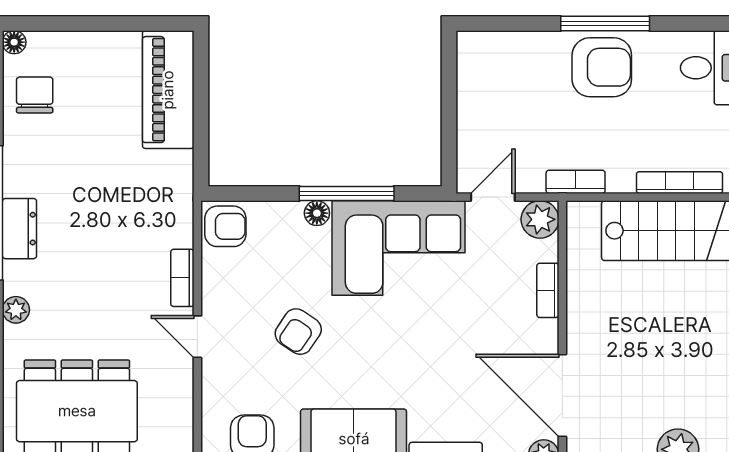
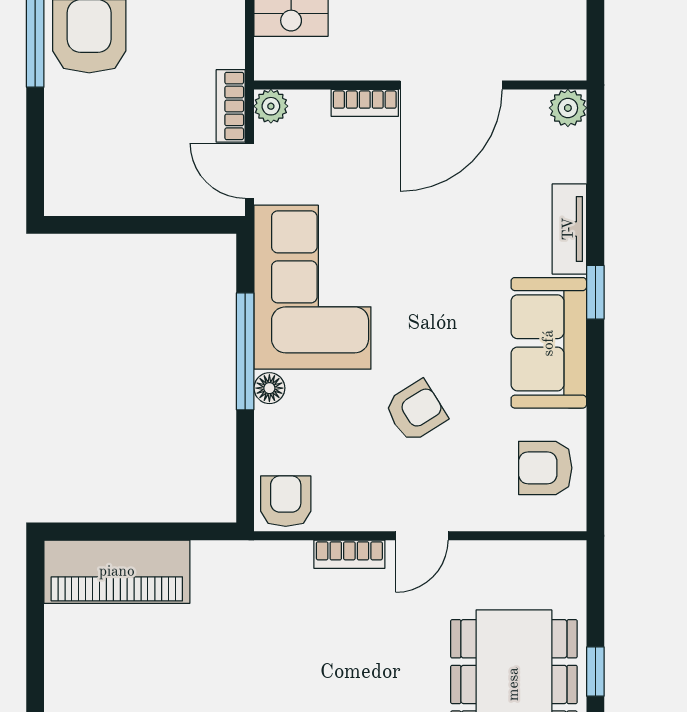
bookcase: (576, 182) -> (231, 106), moved
plant: (540, 219) -> (271, 106), width x0.73, depth x0.73
armchair: (298, 332) -> (416, 411), turned -66
door: (562, 395) -> (451, 85), moved

